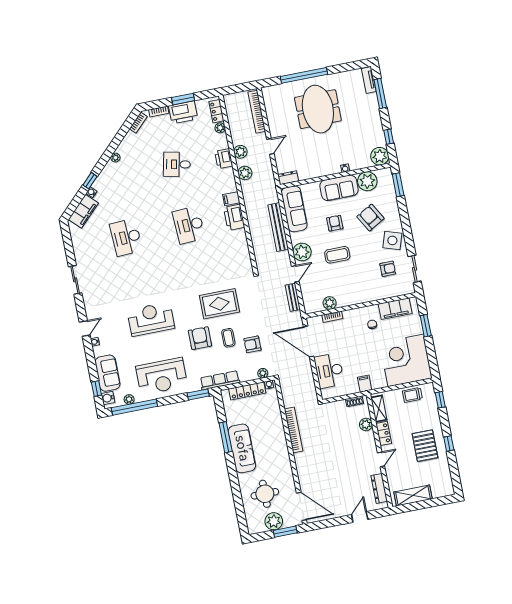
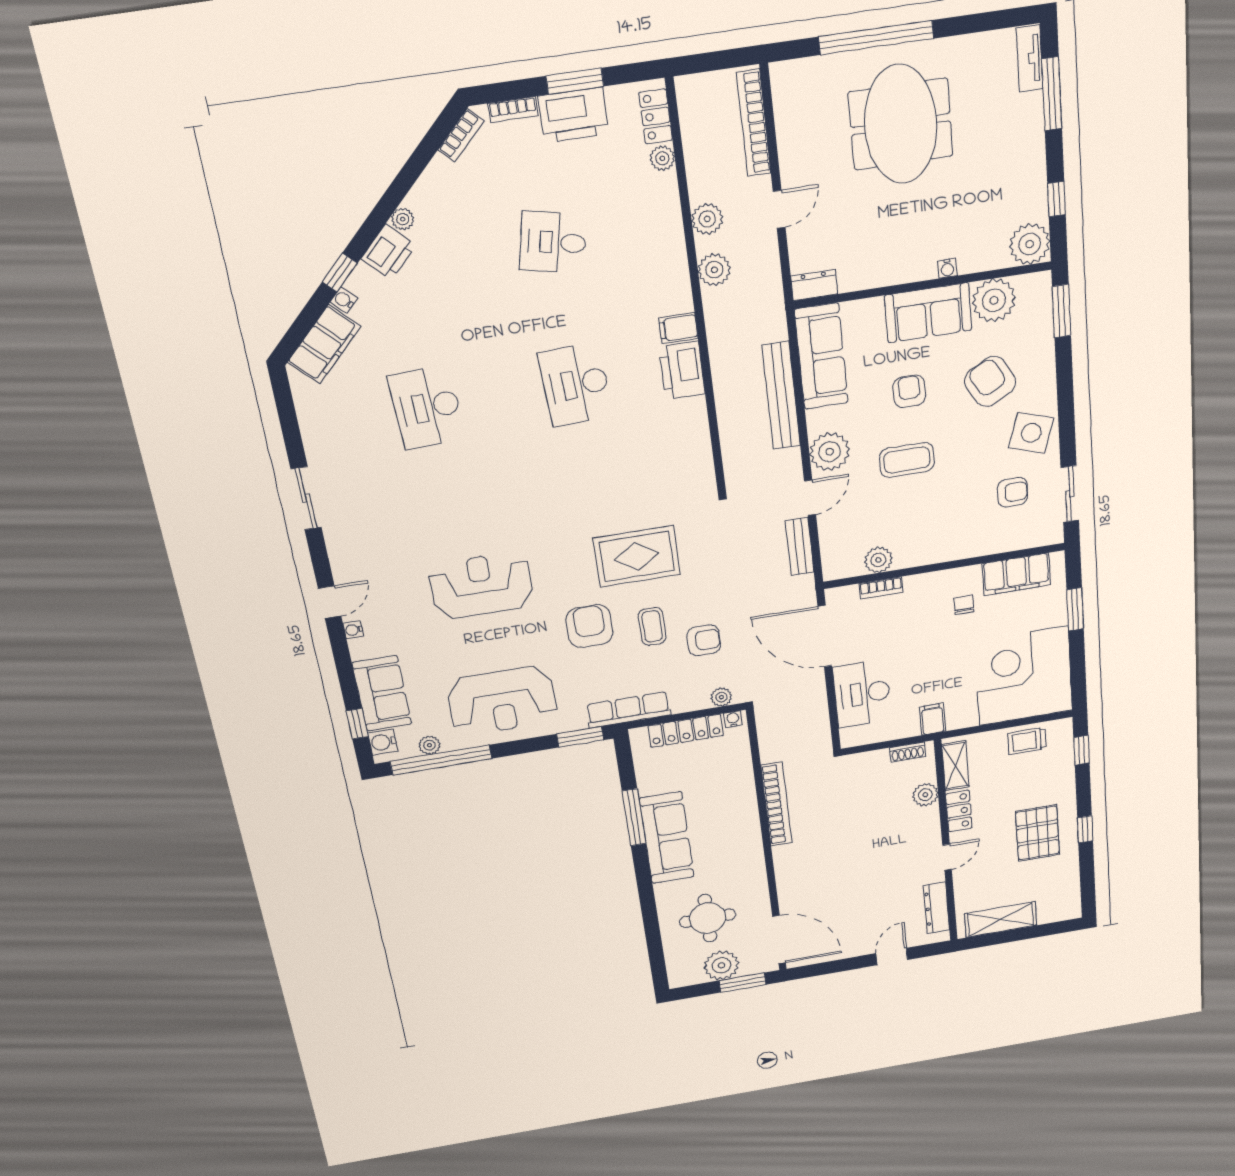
printer: (224, 159) -> (388, 252), moved, turned -135
armchair: (252, 344) -> (704, 640), turned 180

